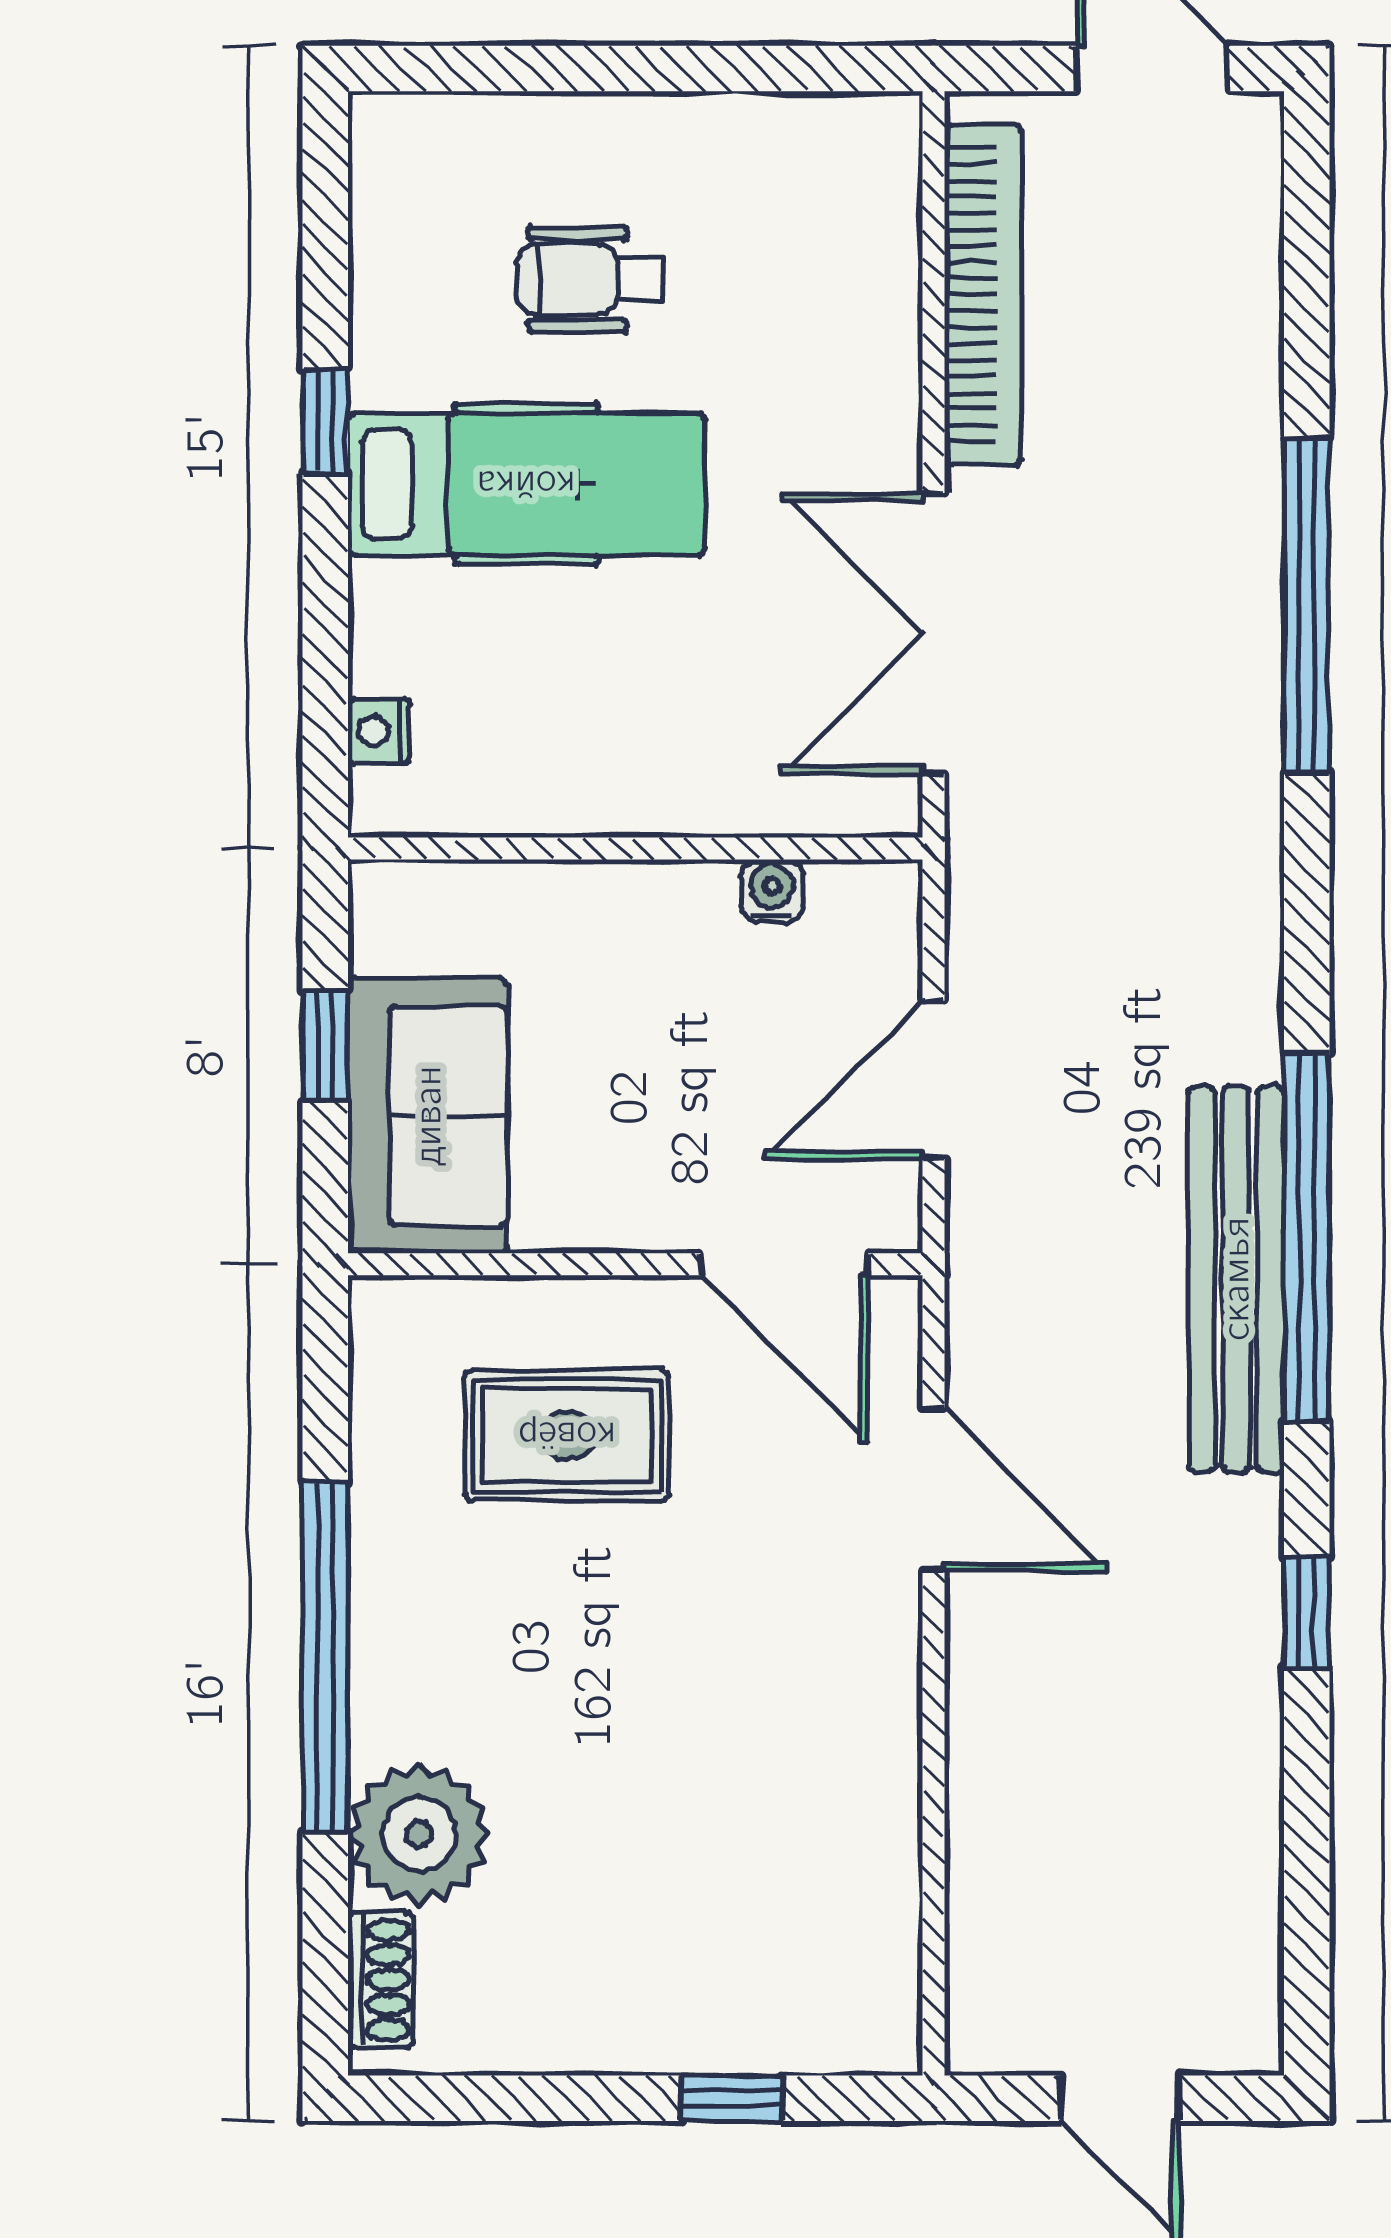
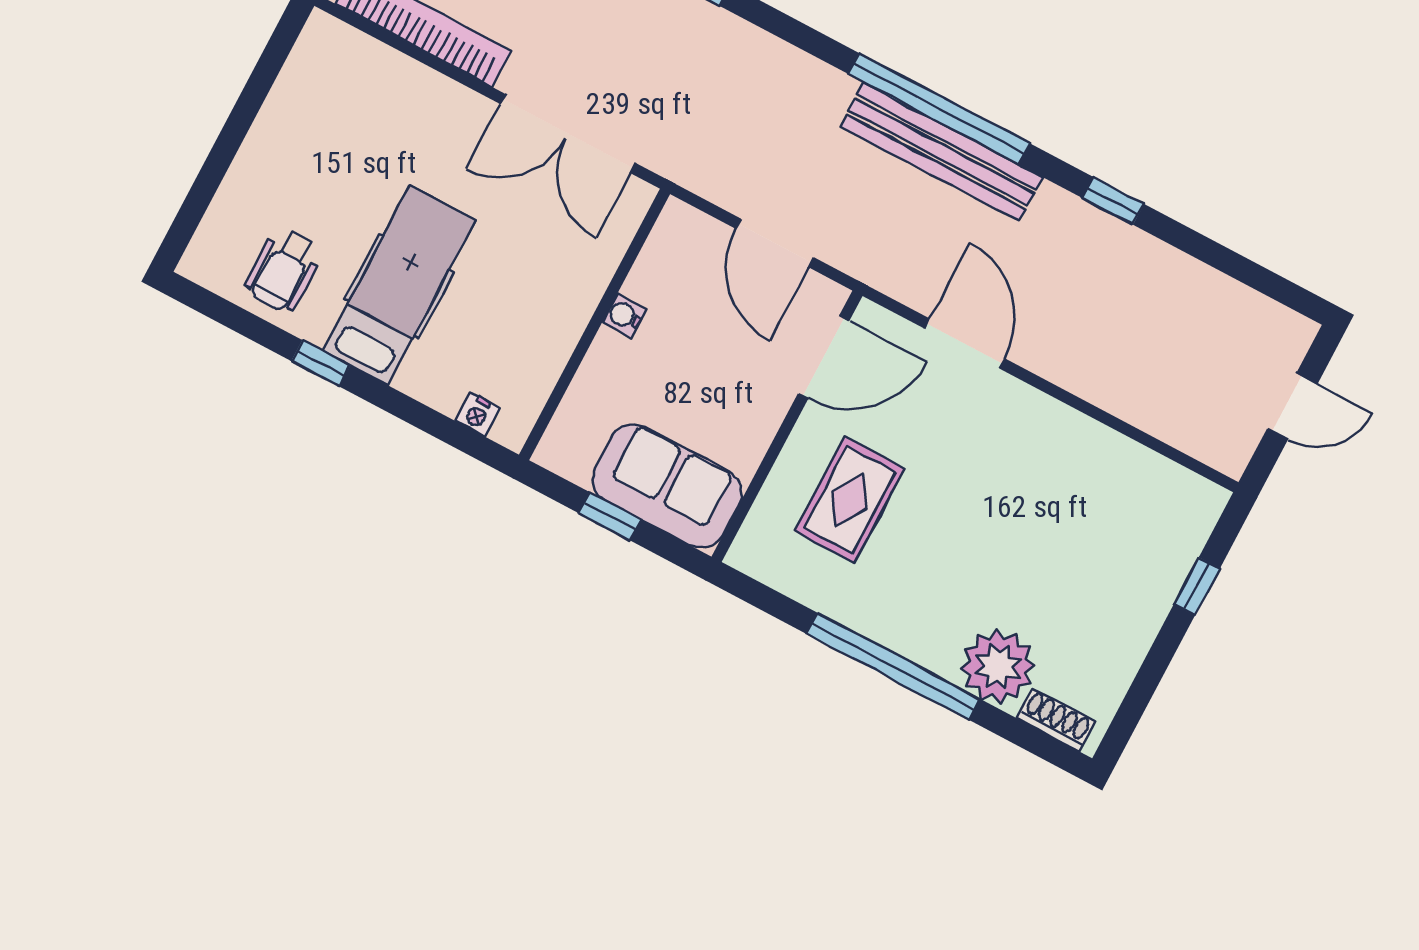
wheelchair: (589, 279) -> (284, 270), moved
water cooler: (772, 891) -> (624, 315), moved
door: (933, 1489) -> (964, 343), hinge flipped

